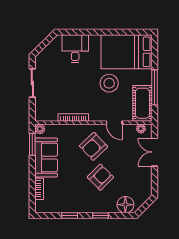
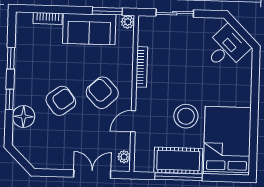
desk: (75, 49) -> (226, 48), moved, turned -45
sliding door: (32, 83) -> (175, 13), moved
cot: (142, 103) -> (178, 160), moved
armchair: (100, 177) -> (61, 101), turned -81
floor lamp: (125, 205) -> (24, 116), moved

